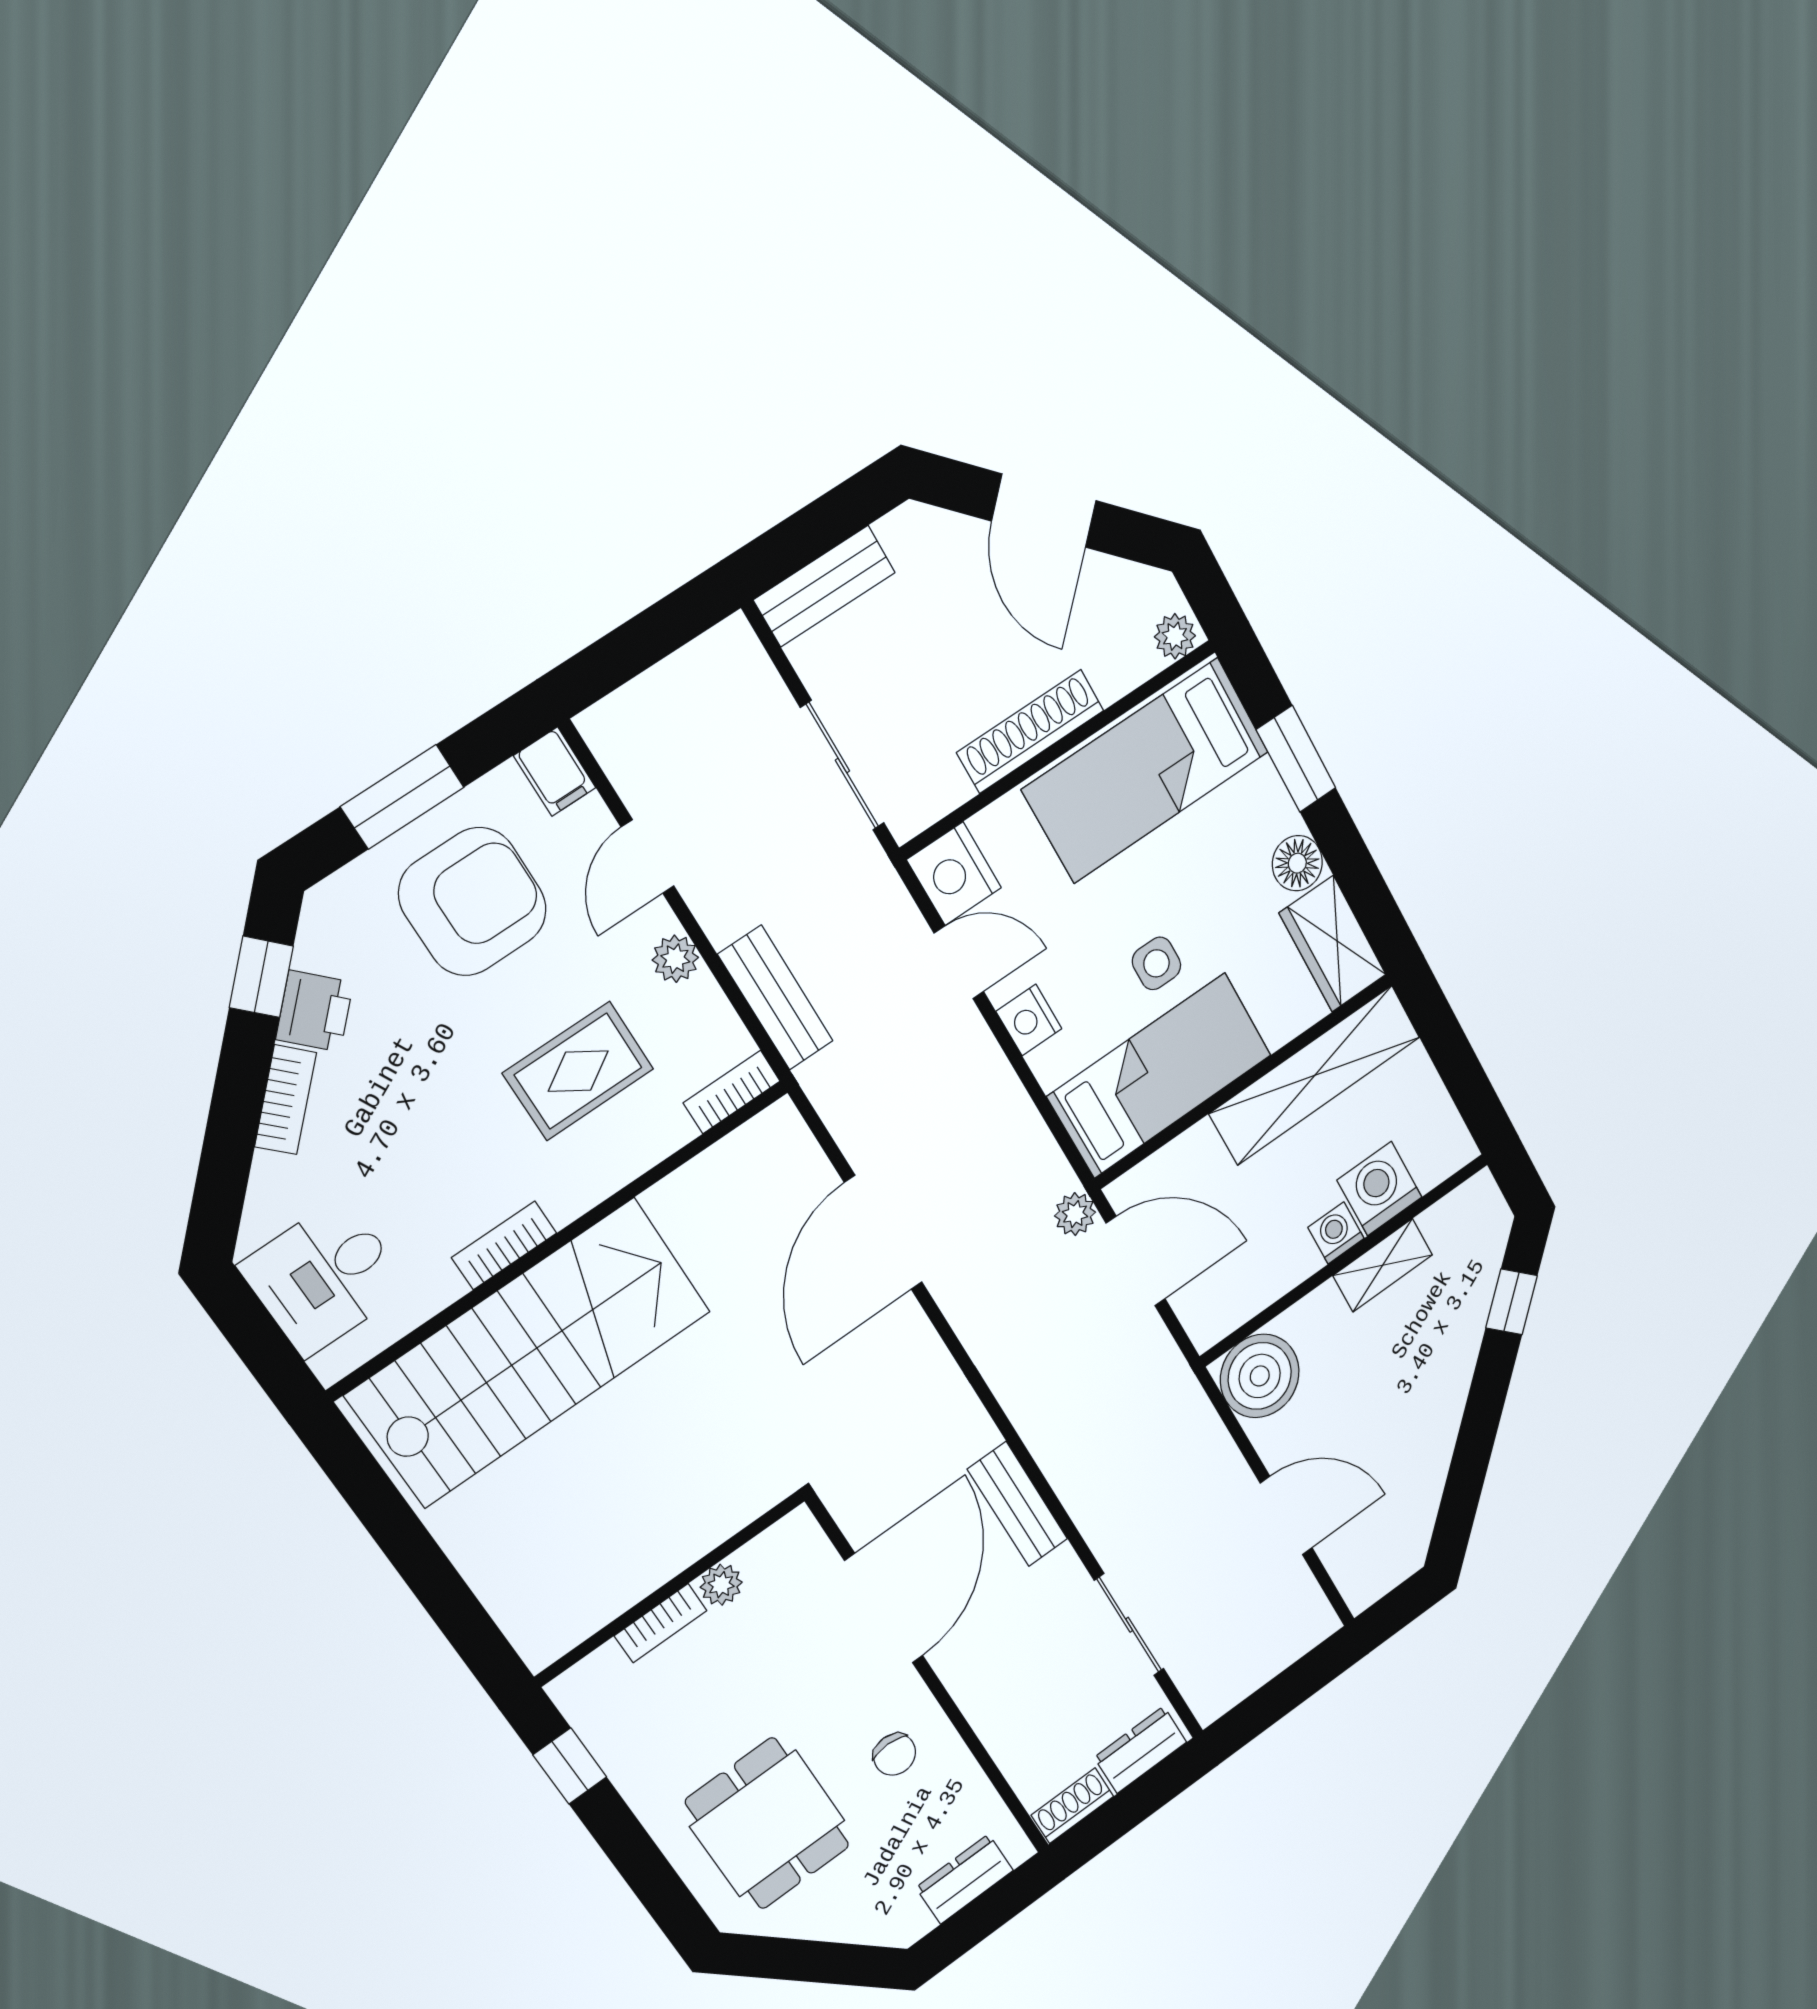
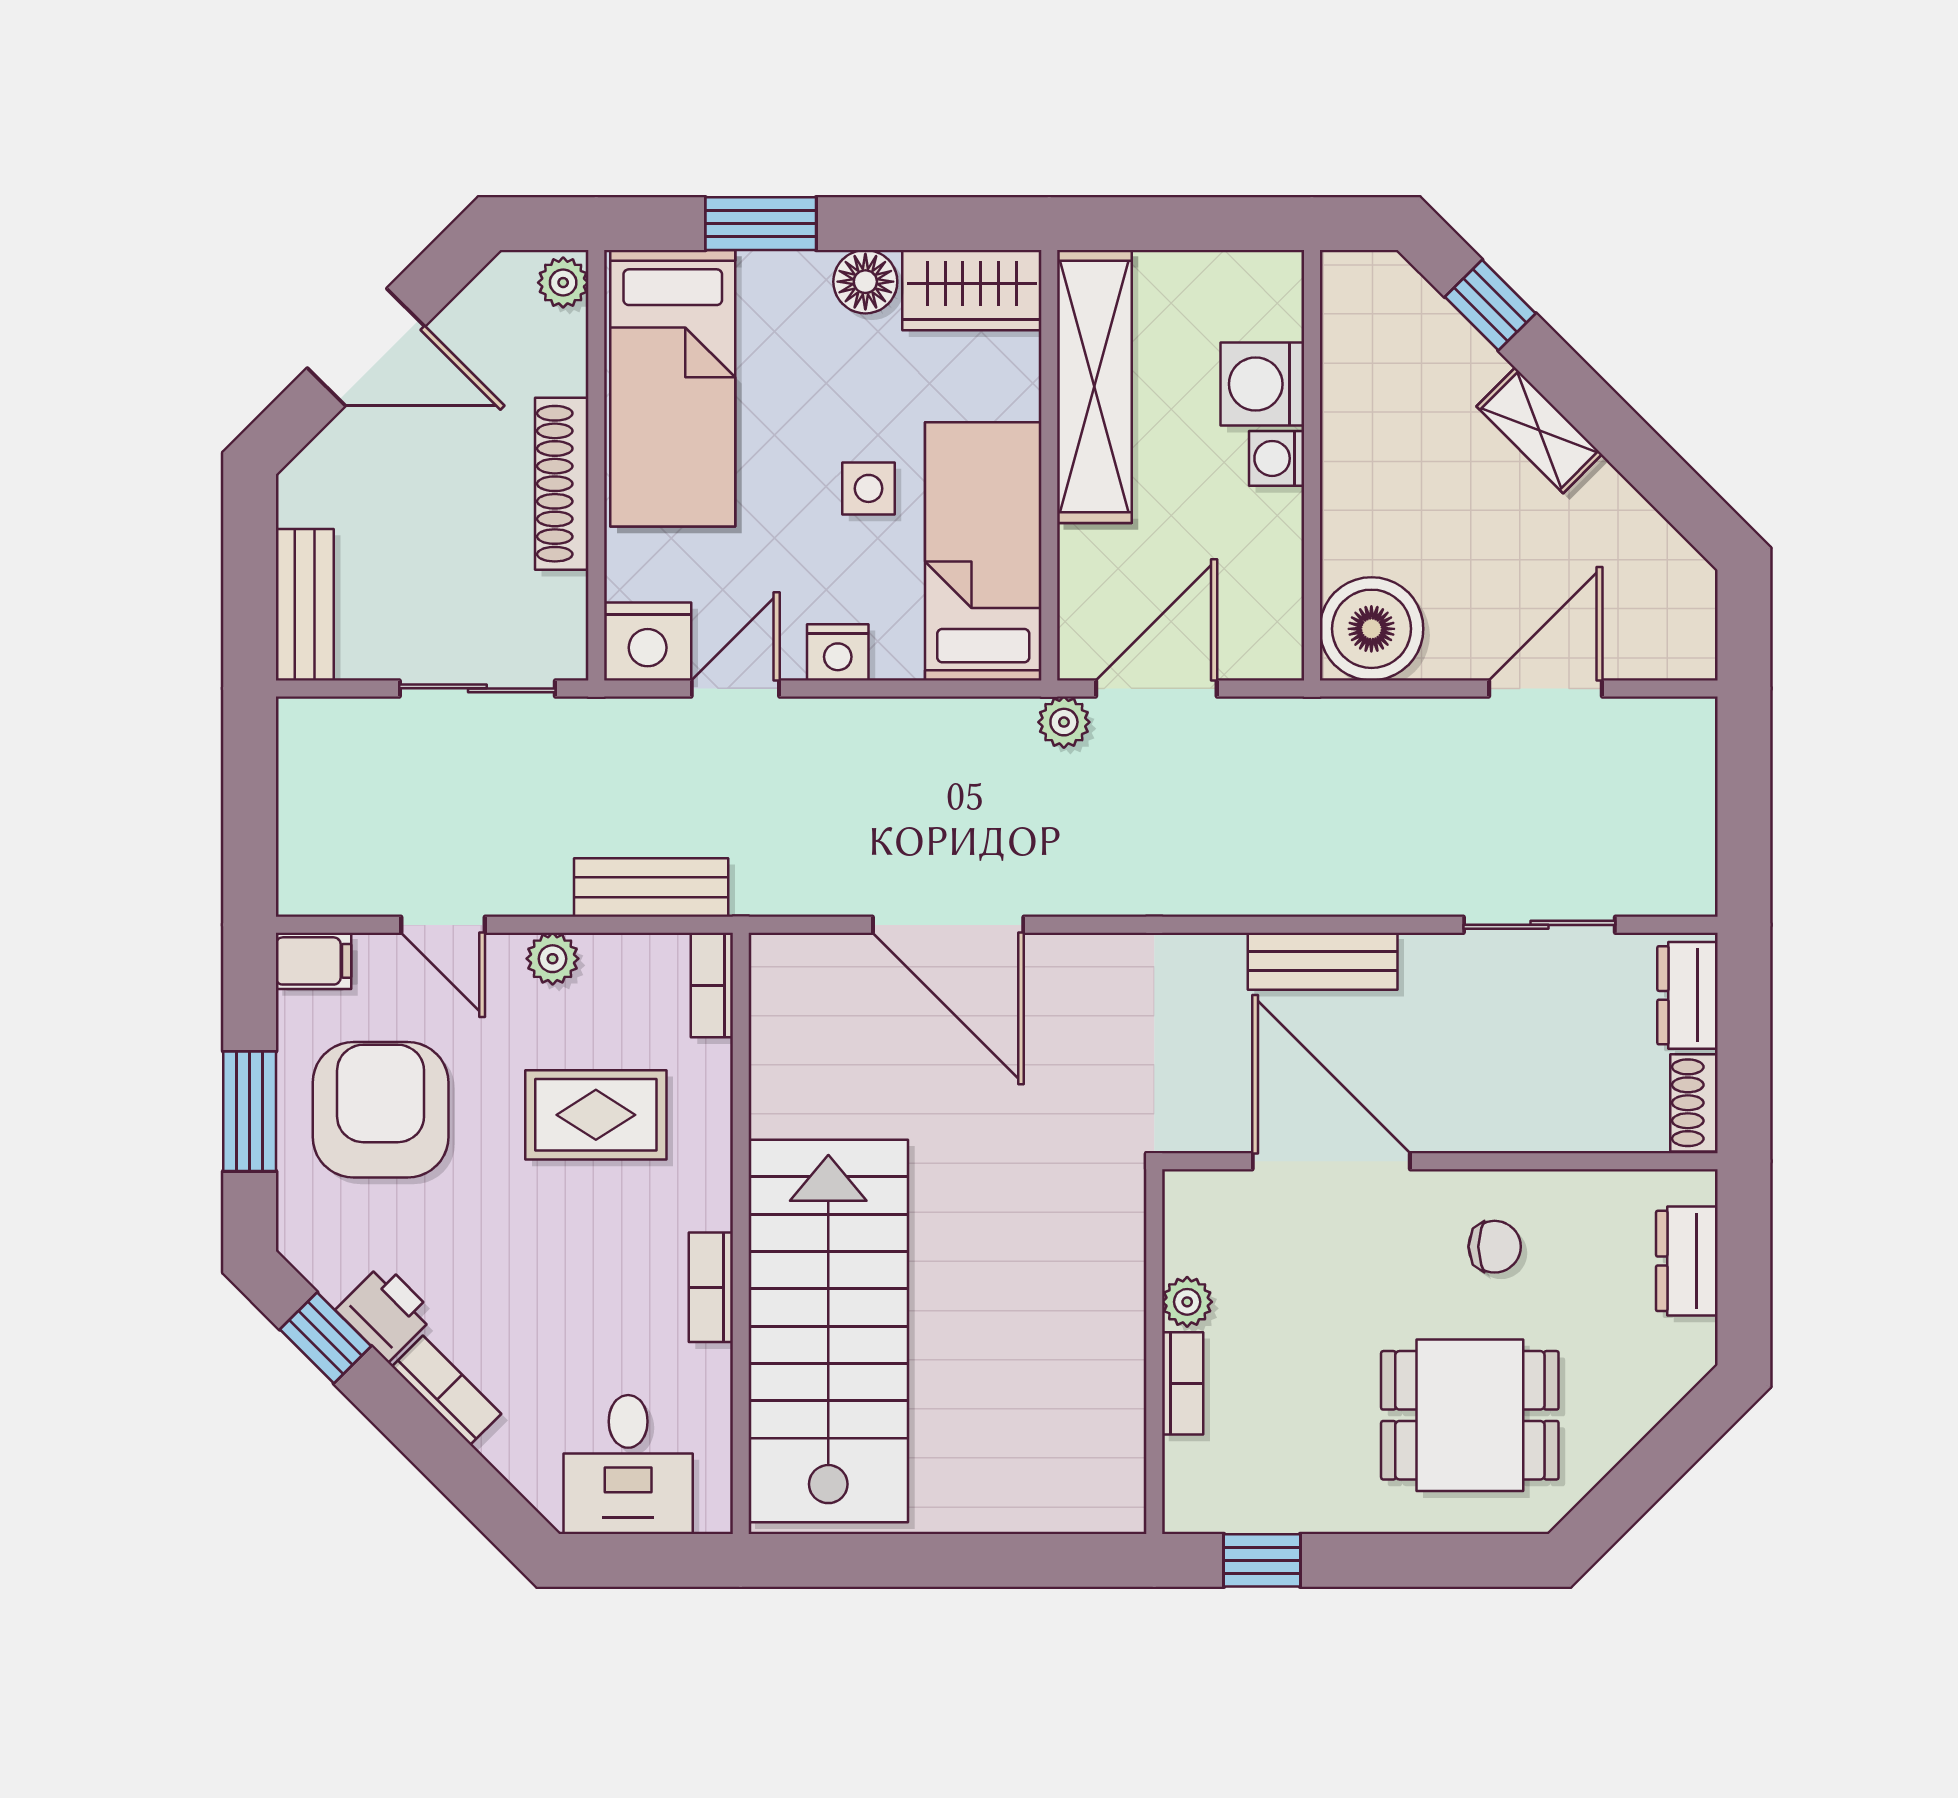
rug: (578, 1071) -> (596, 1115), turned 90
shelving: (1383, 1265) -> (1539, 430), moved, turned -45

